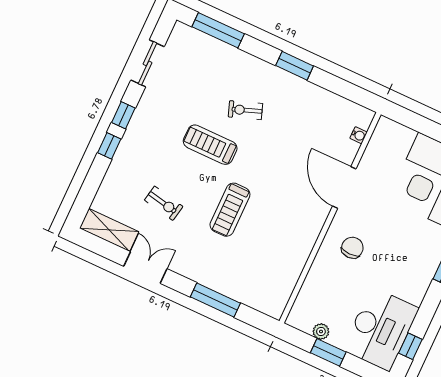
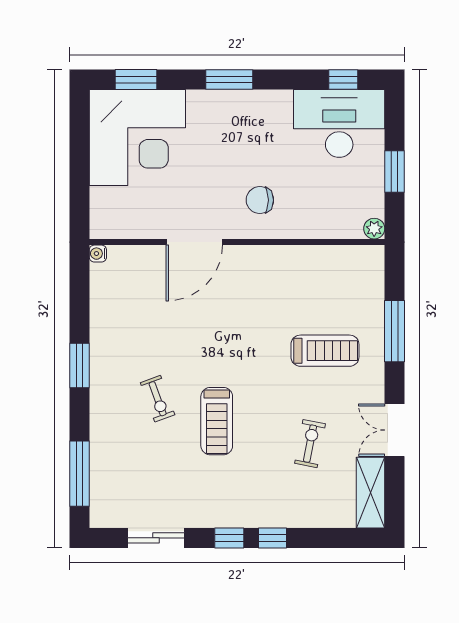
water cooler: (359, 135) -> (98, 254), moved, turned -90
treadmill: (230, 210) -> (325, 351), moved
plant: (321, 332) -> (374, 229), moved

